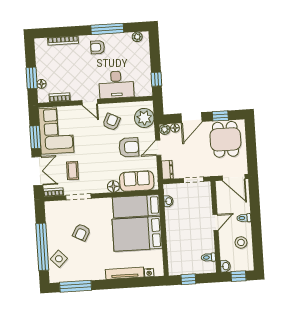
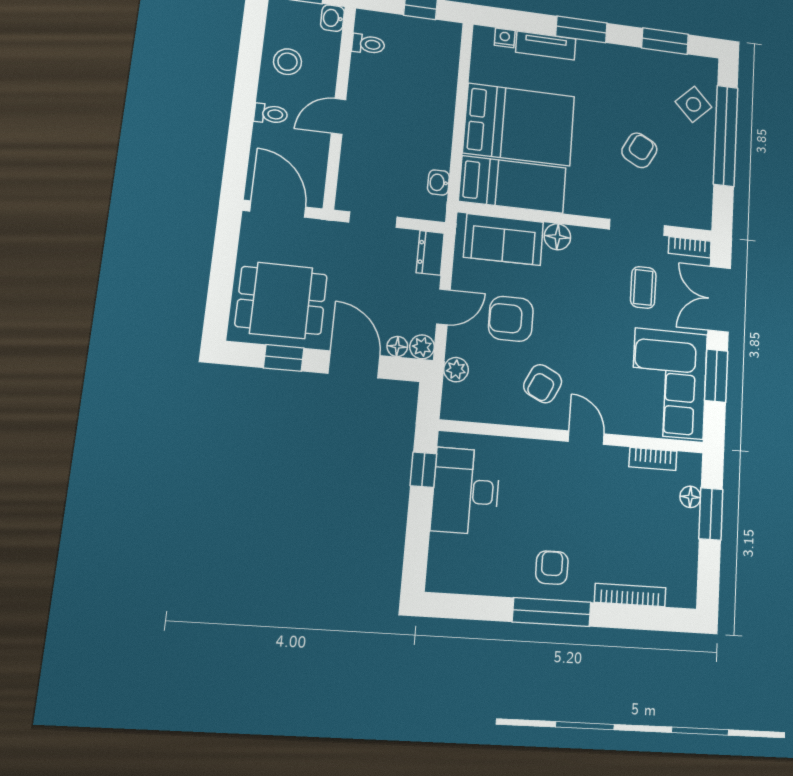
window: (107, 29) -> (552, 612), moved
plant: (137, 37) -> (454, 581), removed
armchair: (98, 47) -> (552, 568), turned -90
desk: (116, 85) -> (466, 491), moved, turned -90
plant: (144, 118) -> (456, 370), width x0.53, depth x0.53
door: (191, 118) -> (354, 364), hinge flipped
dining table: (225, 139) -> (281, 300), turned 90
tv unit: (125, 273) -> (546, 46), width x0.71
window: (115, 284) -> (581, 29), added
window: (76, 286) -> (665, 41), width x0.69

